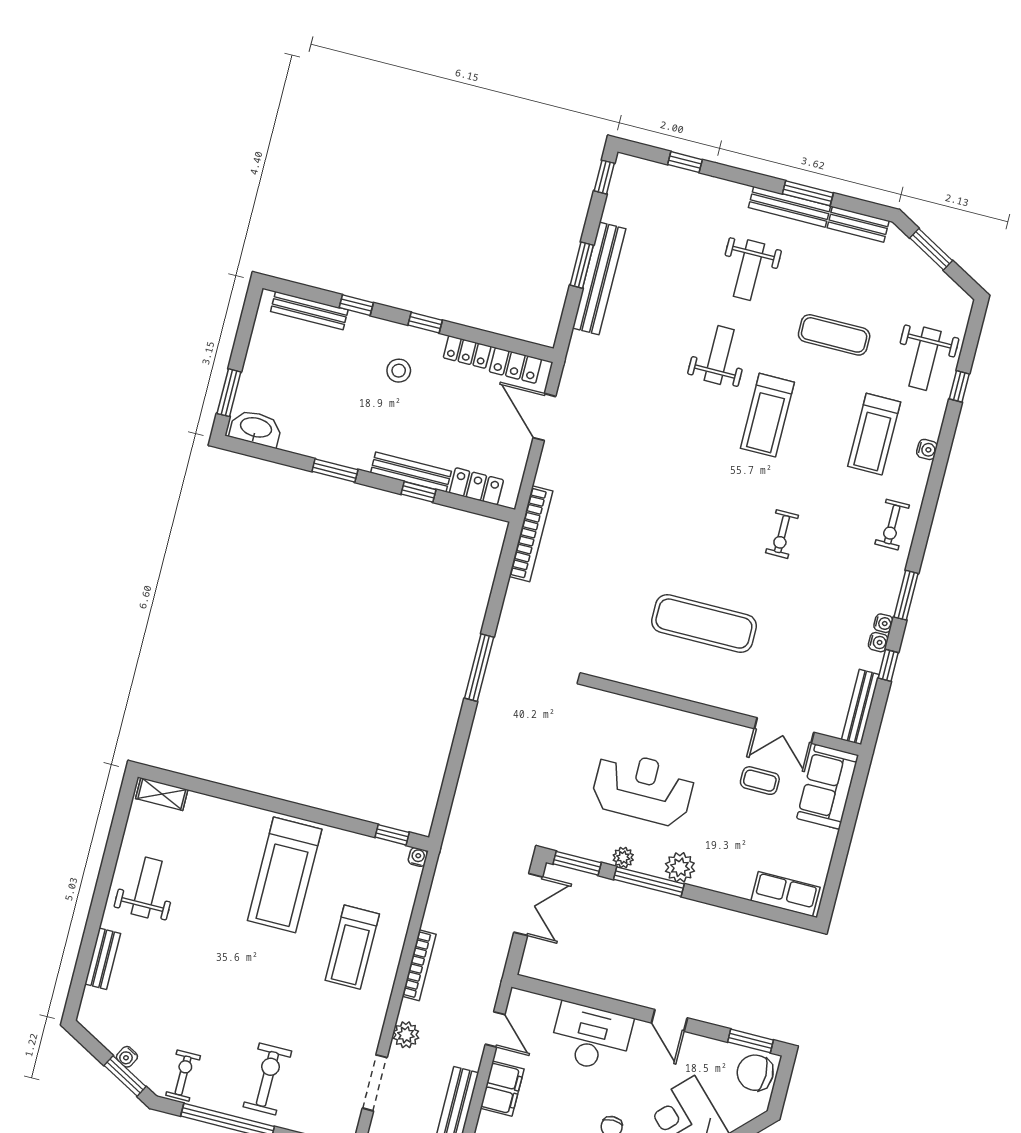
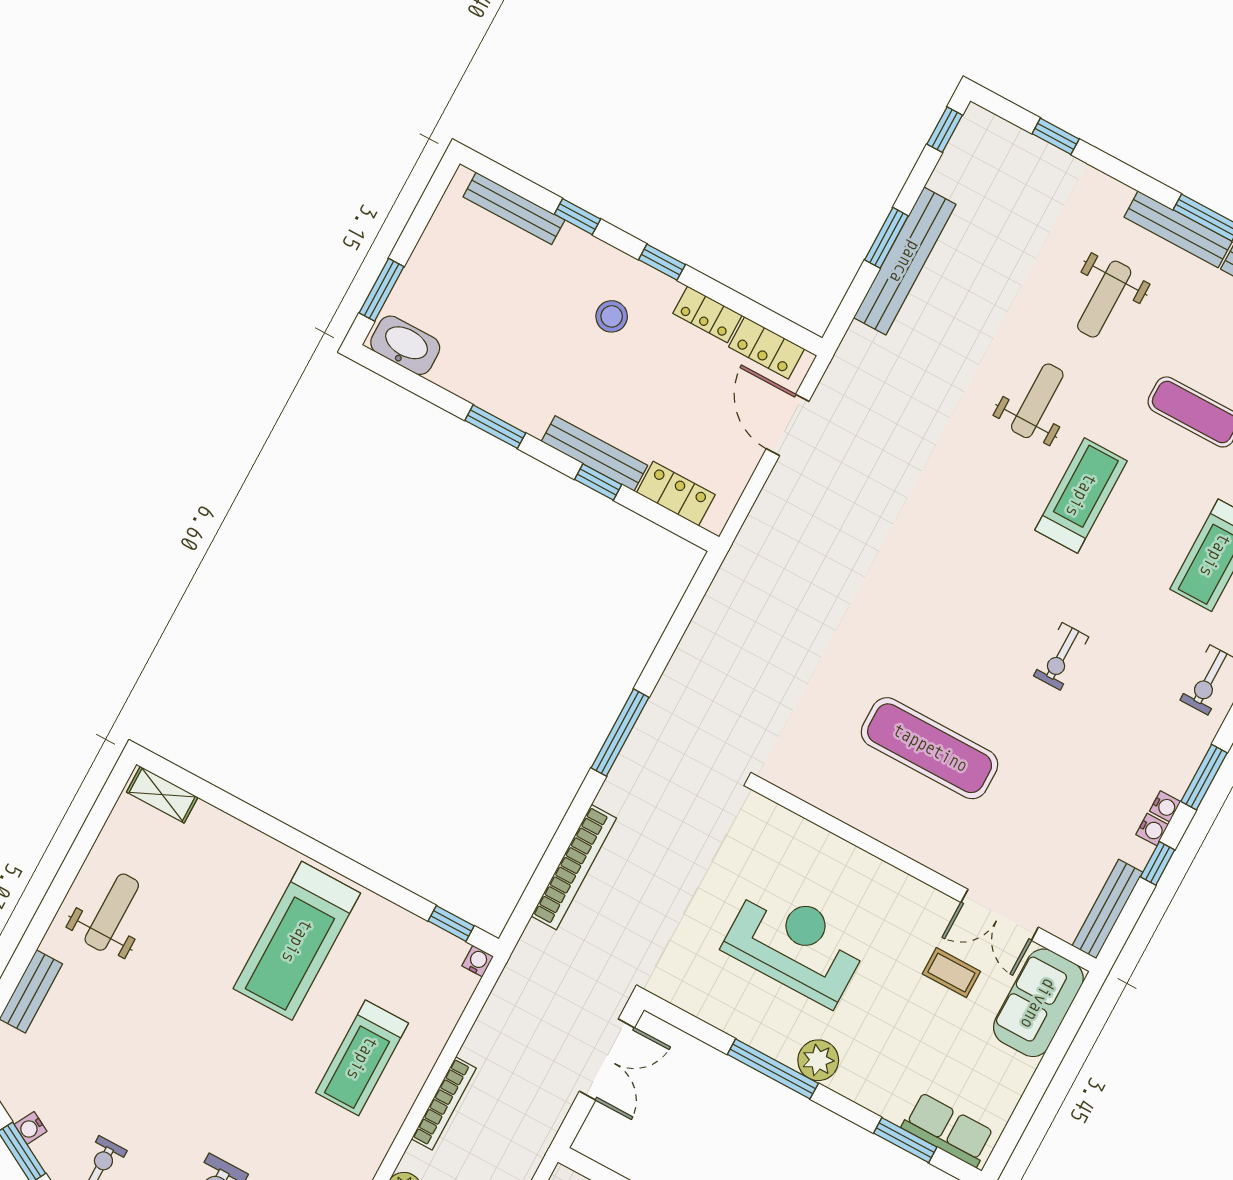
treadmill: (767, 415) -> (1081, 495), turned 180
bookcase: (531, 534) -> (574, 867), moved
plant: (623, 857) -> (747, 1029), removed
window: (577, 863) -> (905, 1140), moved

